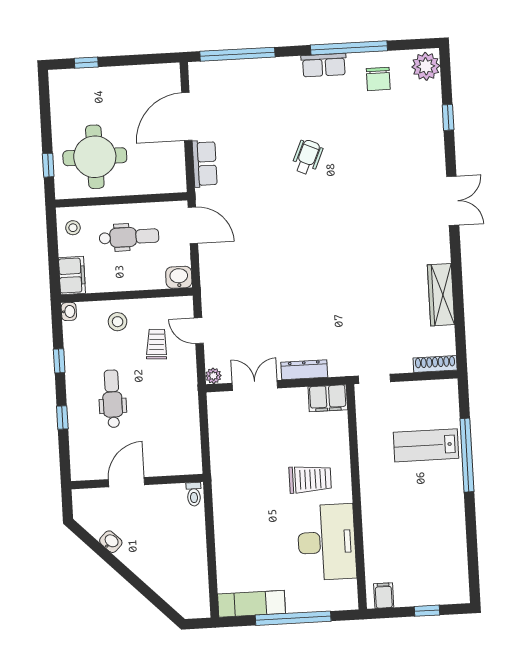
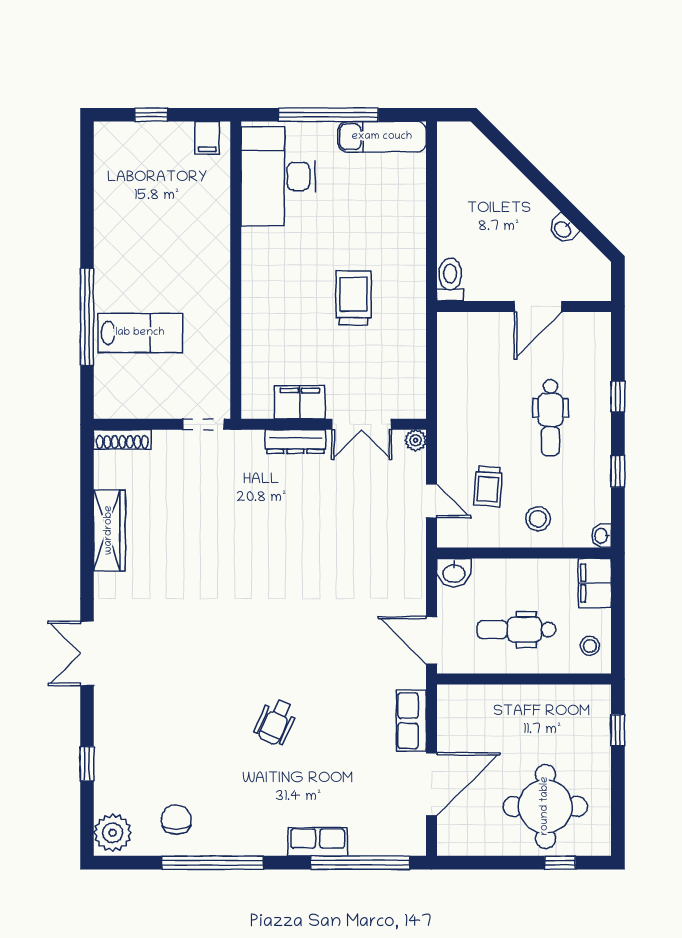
row of seats: (324, 65) -> (318, 842), moved
round table: (95, 157) -> (545, 806), moved
filing cabinet: (328, 398) -> (300, 402), moved
trolley: (310, 479) -> (353, 298), moved, turned 90
toilet: (194, 494) -> (450, 279), width x1.37, depth x1.39
desk: (327, 542) -> (278, 176), moved

